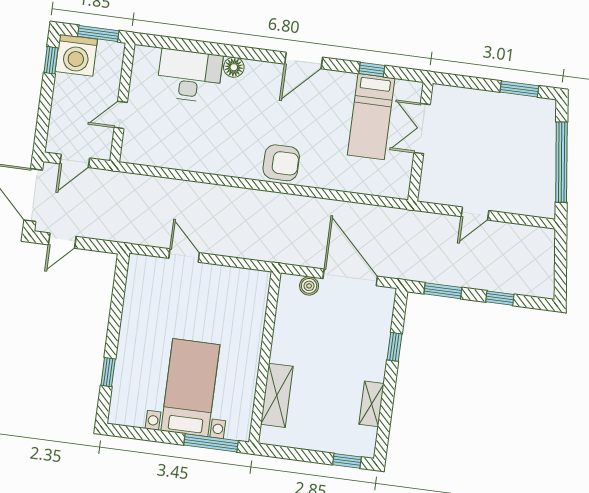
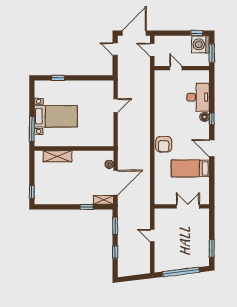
window: (372, 70) -> (212, 119), moved
bed: (371, 117) -> (190, 168), moved
shelving: (371, 404) -> (104, 200), moved

